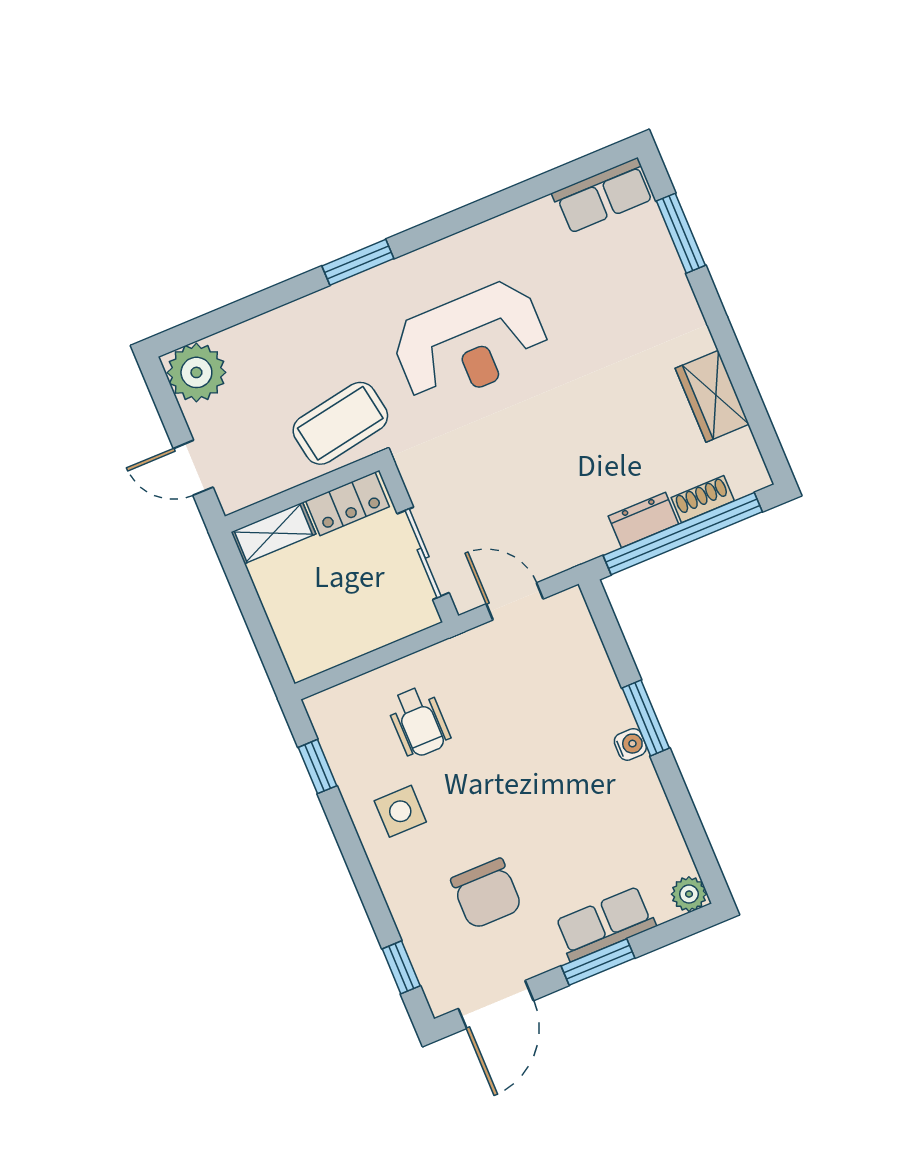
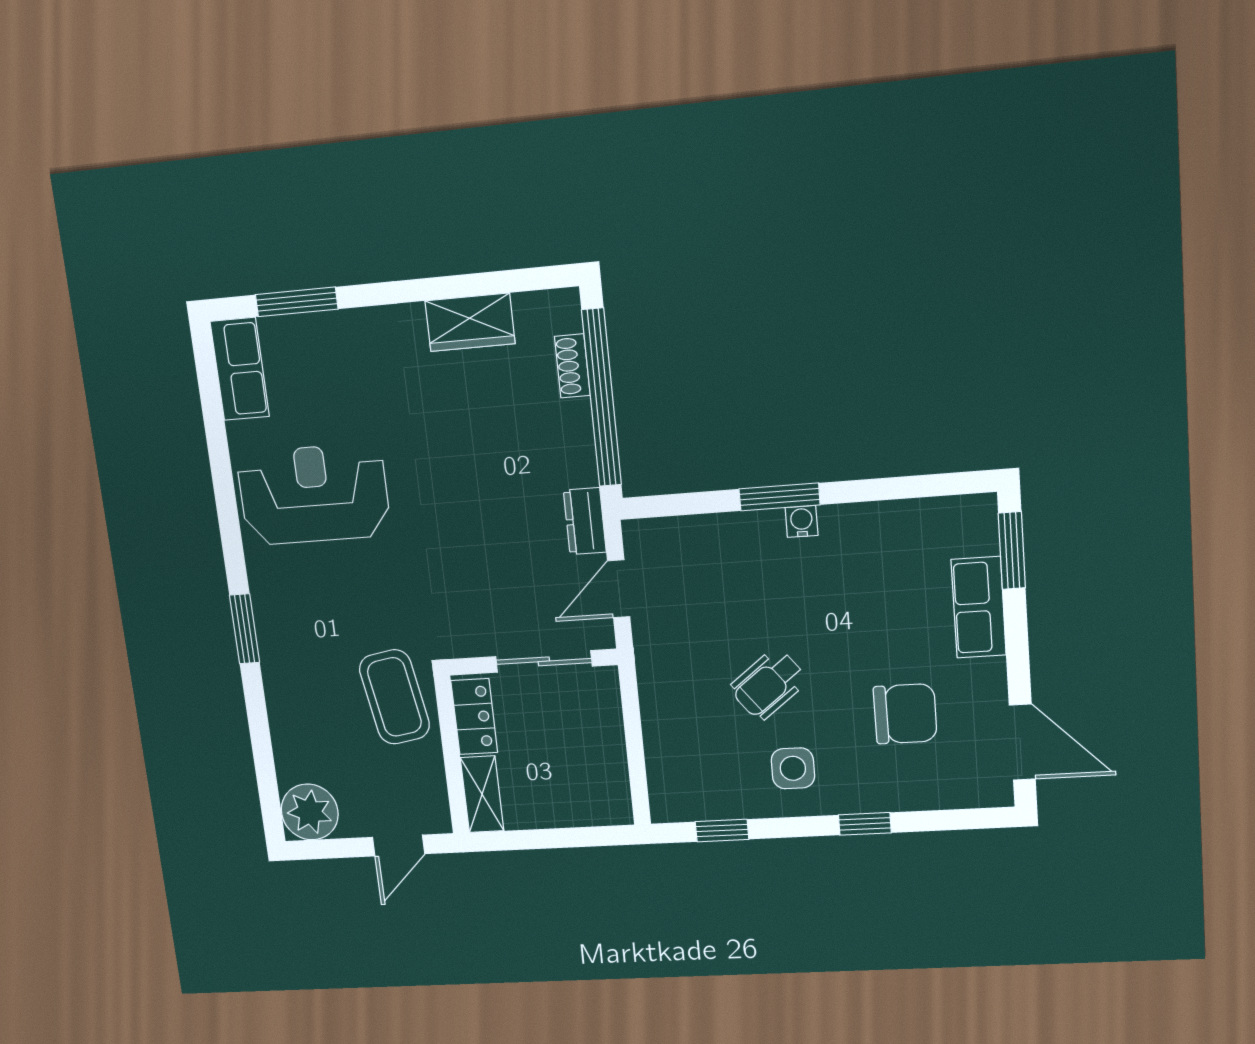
reception desk: (470, 343) -> (314, 494), moved, turned -90
dresser: (643, 520) -> (585, 521), moved
wheelchair: (419, 722) -> (768, 684), moved, turned 142
plant: (689, 894) -> (979, 512), removed
window: (598, 962) -> (1012, 551), moved
window: (401, 967) -> (865, 824), moved

